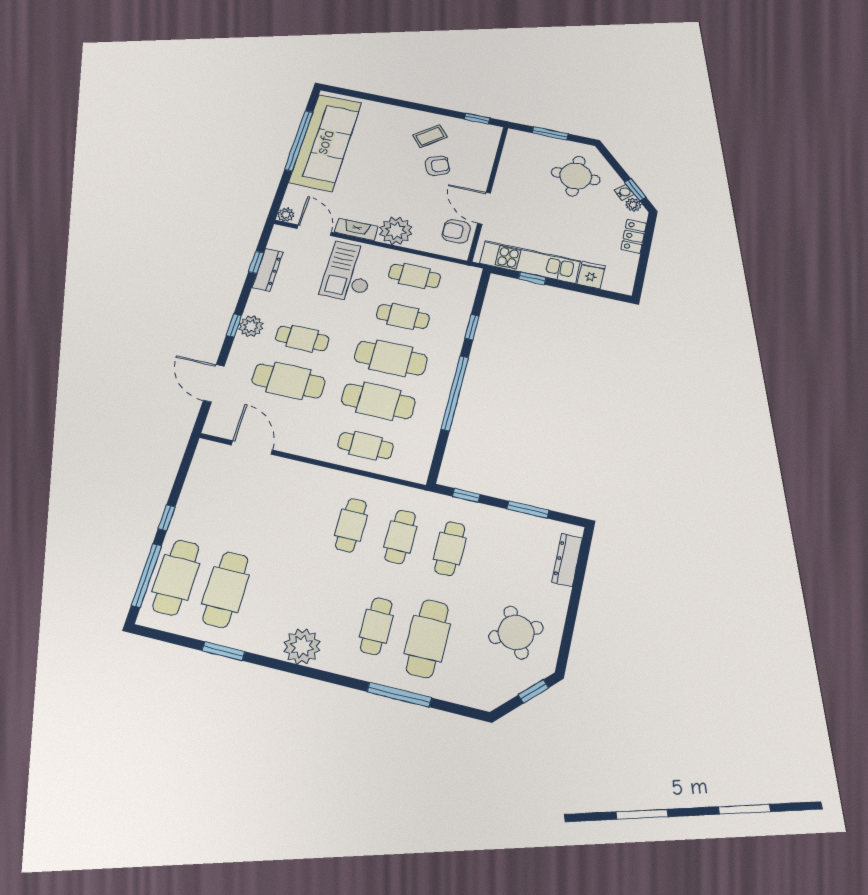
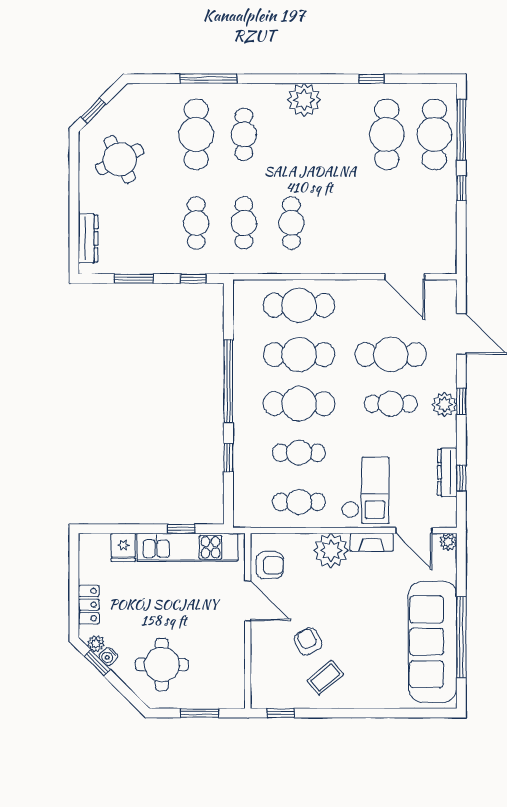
armchair: (437, 166) -> (308, 641), turned 86
cafe table: (366, 446) -> (299, 305), width x1.37, depth x1.35
window: (223, 651) -> (371, 79), width x0.67

